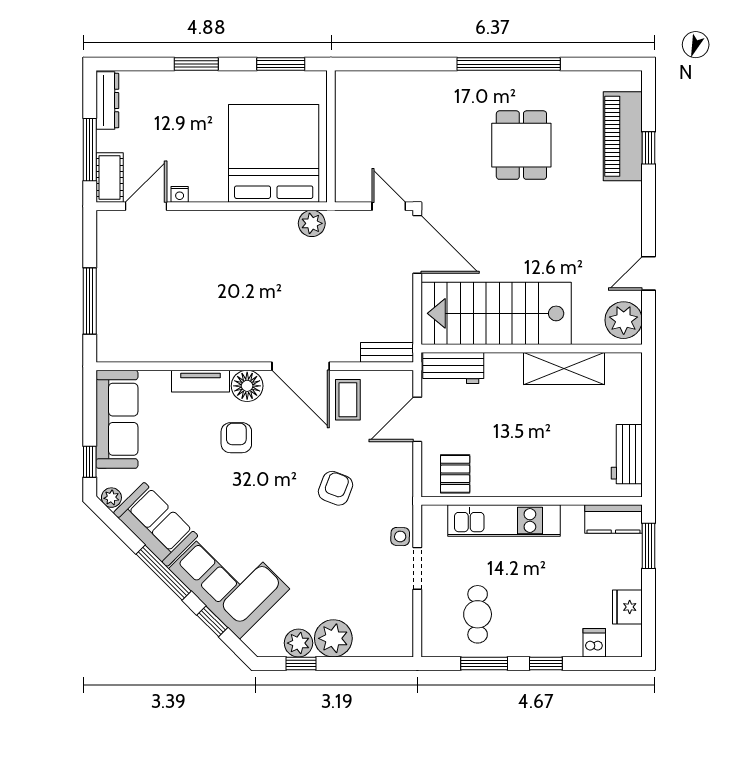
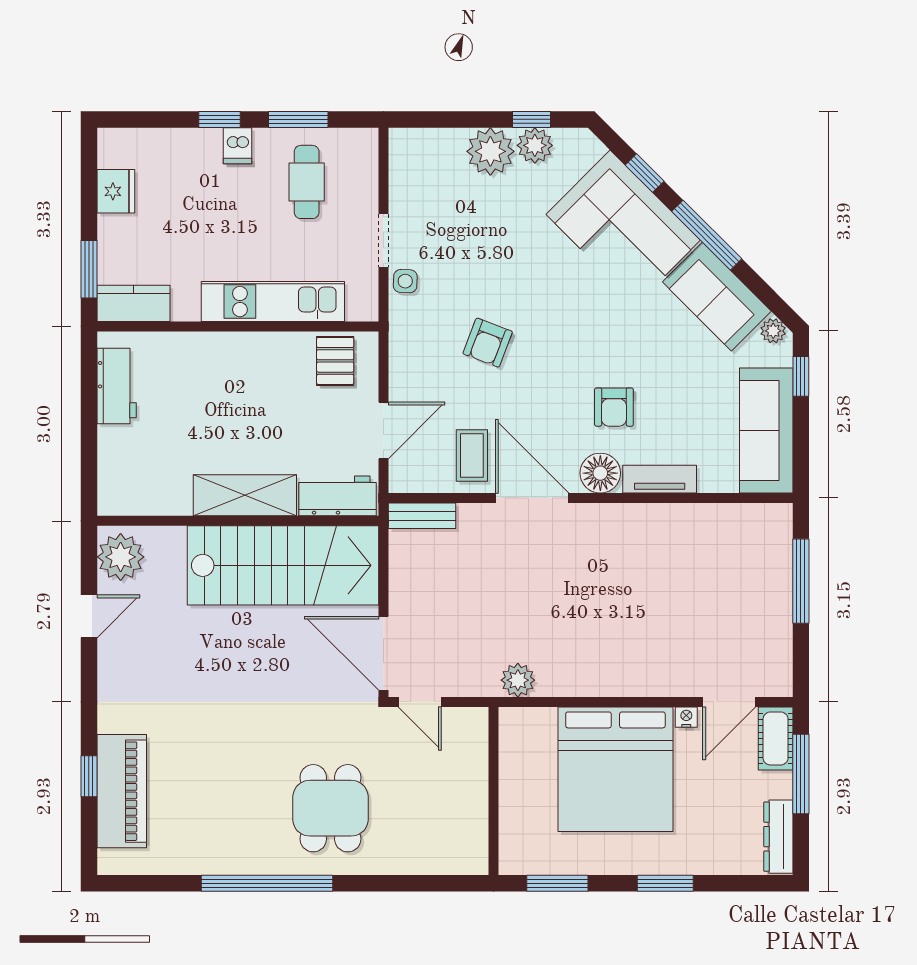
dining table: (521, 145) -> (330, 808), moved
bed: (274, 153) -> (615, 769), moved
shelving: (564, 368) -> (245, 495), moved
dishwasher: (594, 643) -> (238, 146), moved

